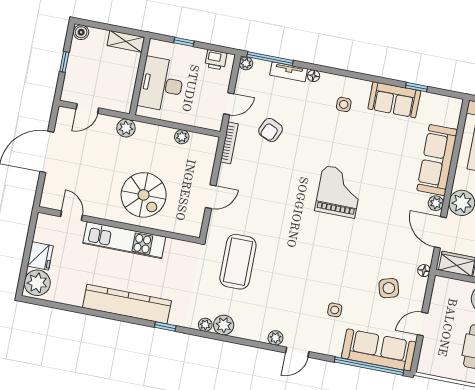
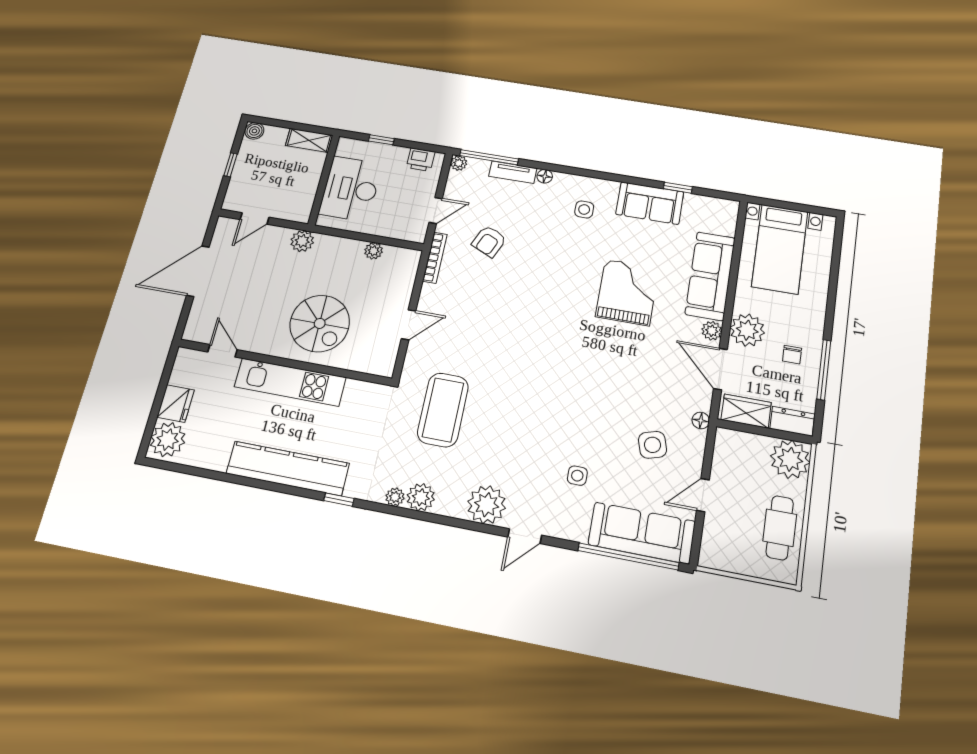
grand piano: (339, 192) -> (627, 292), moved
plant: (275, 338) -> (487, 505), width x1.87, depth x1.87

